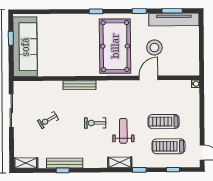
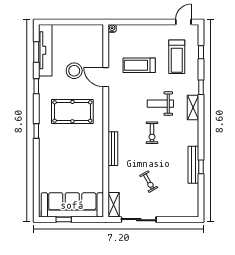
pool table: (115, 46) -> (72, 112), width x0.73, depth x0.76
treadmill: (164, 122) -> (139, 65), moved, turned 90
shelving: (26, 163) -> (114, 205), moved

